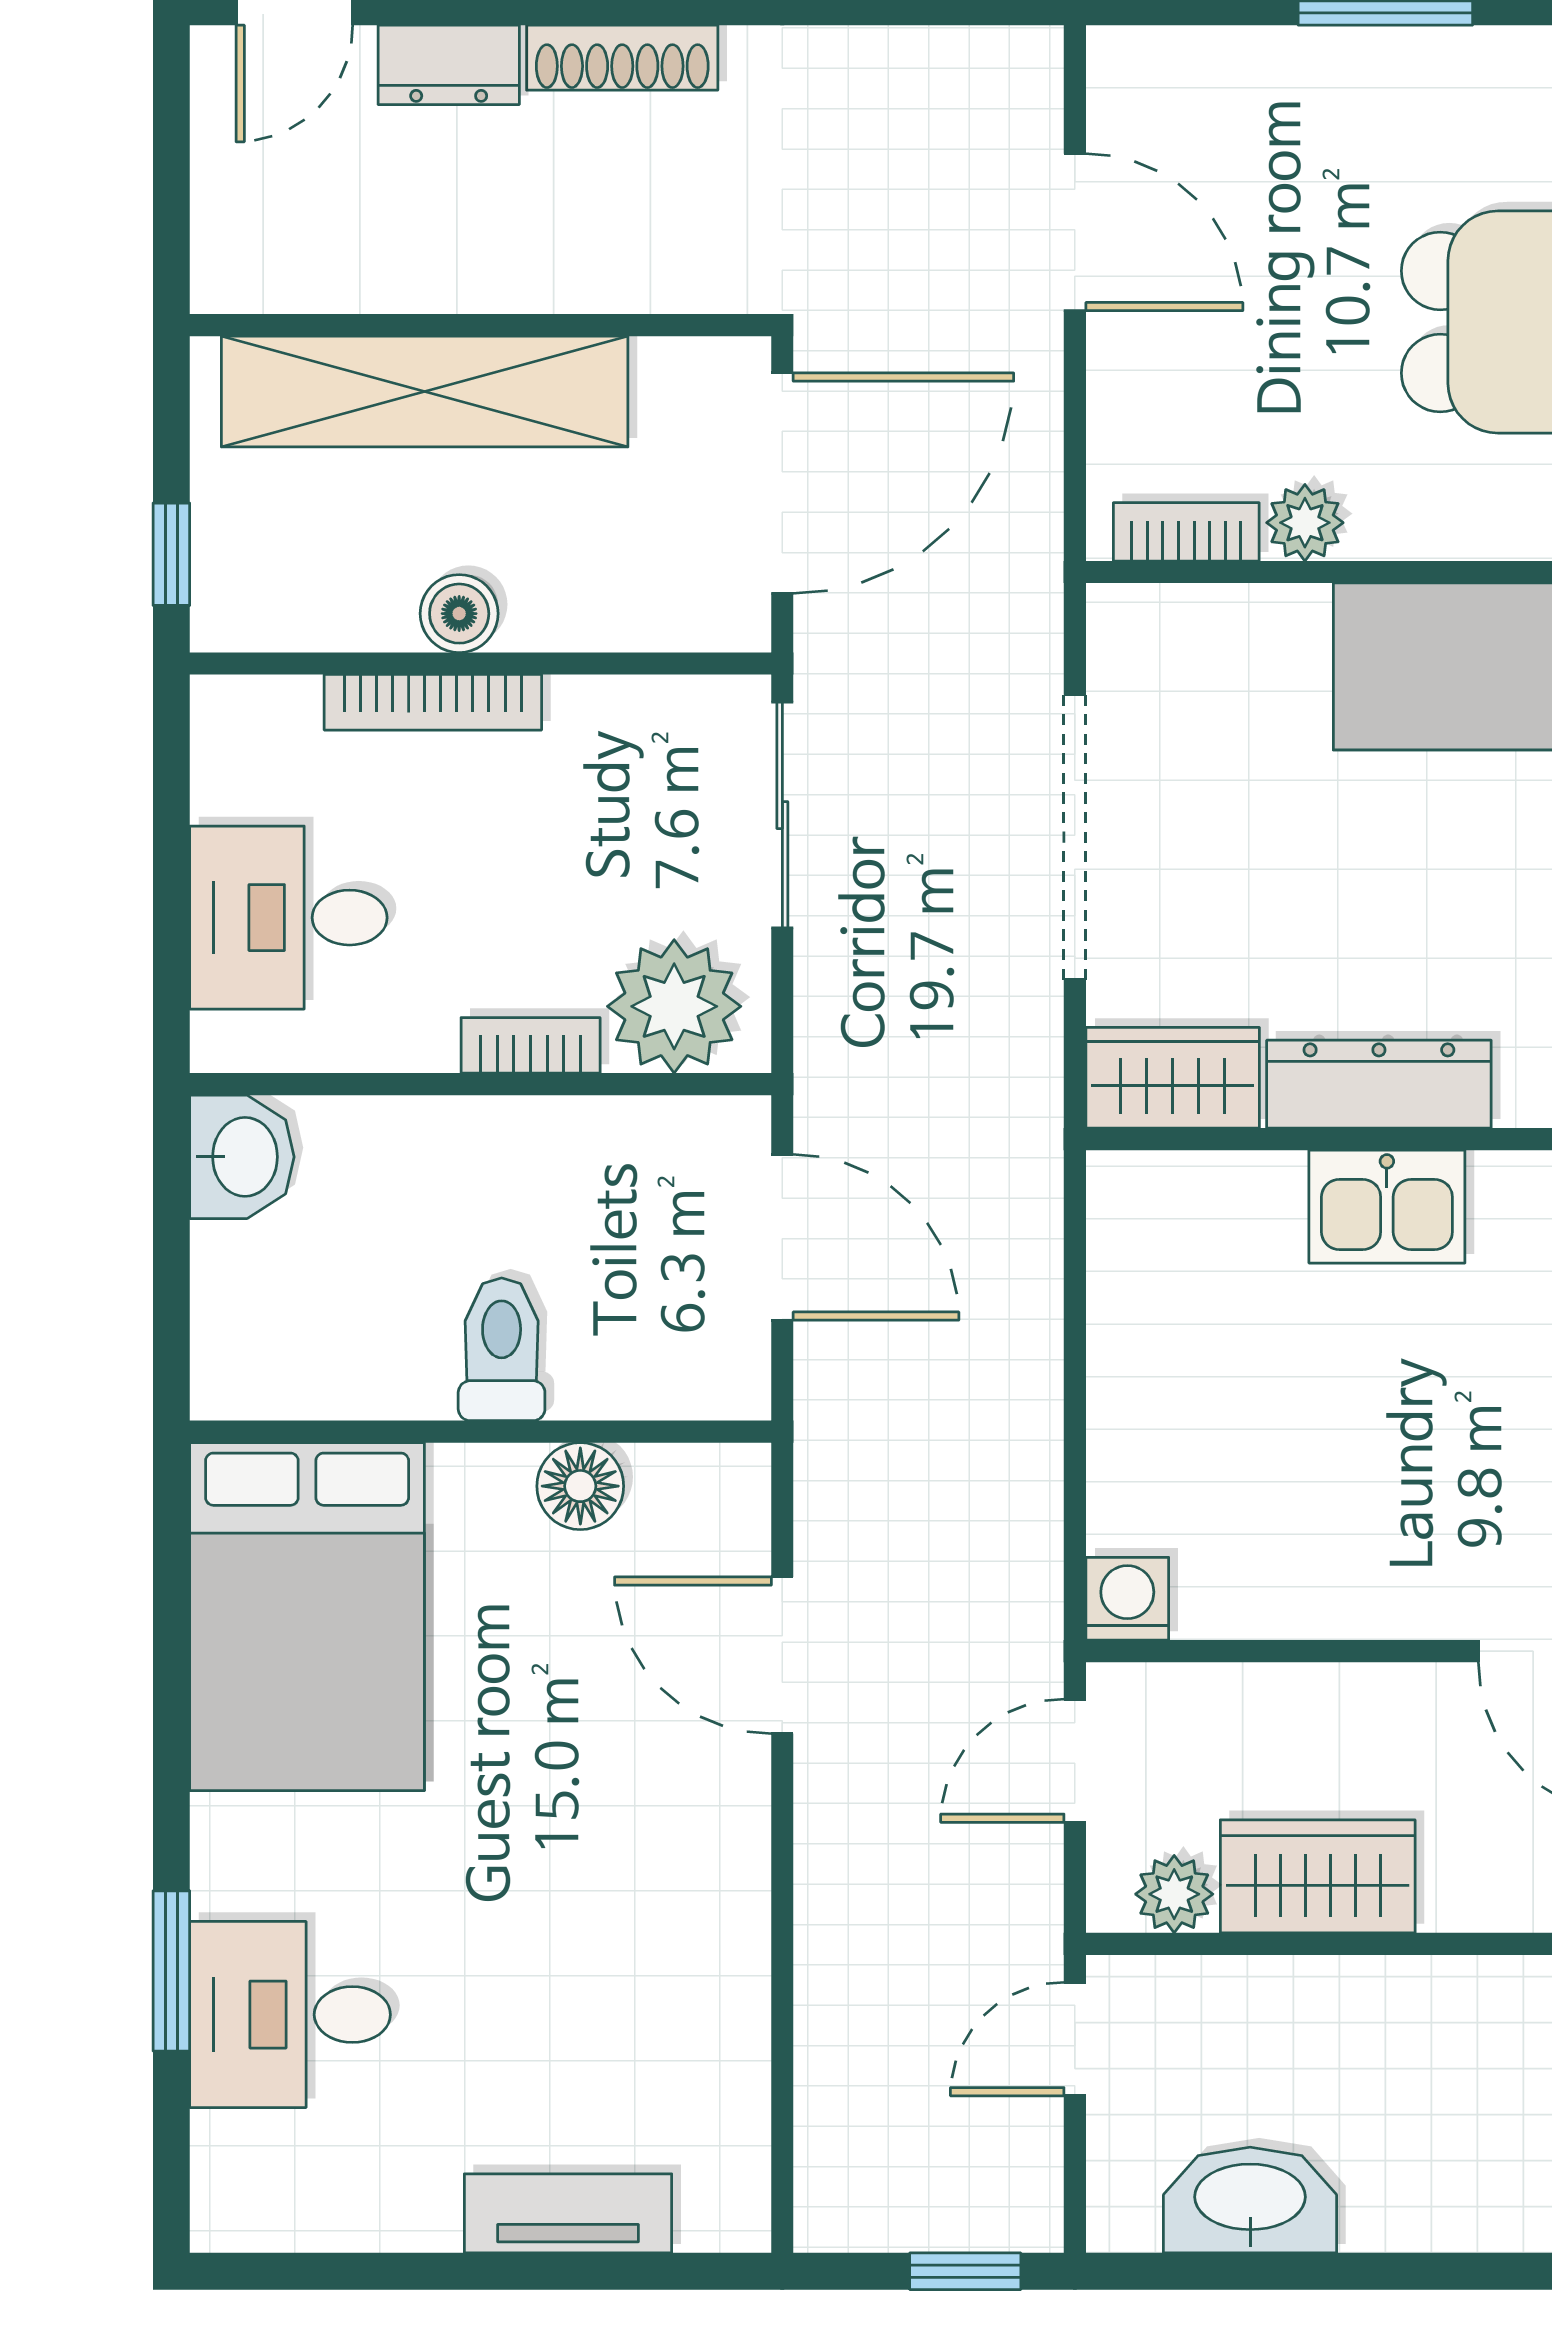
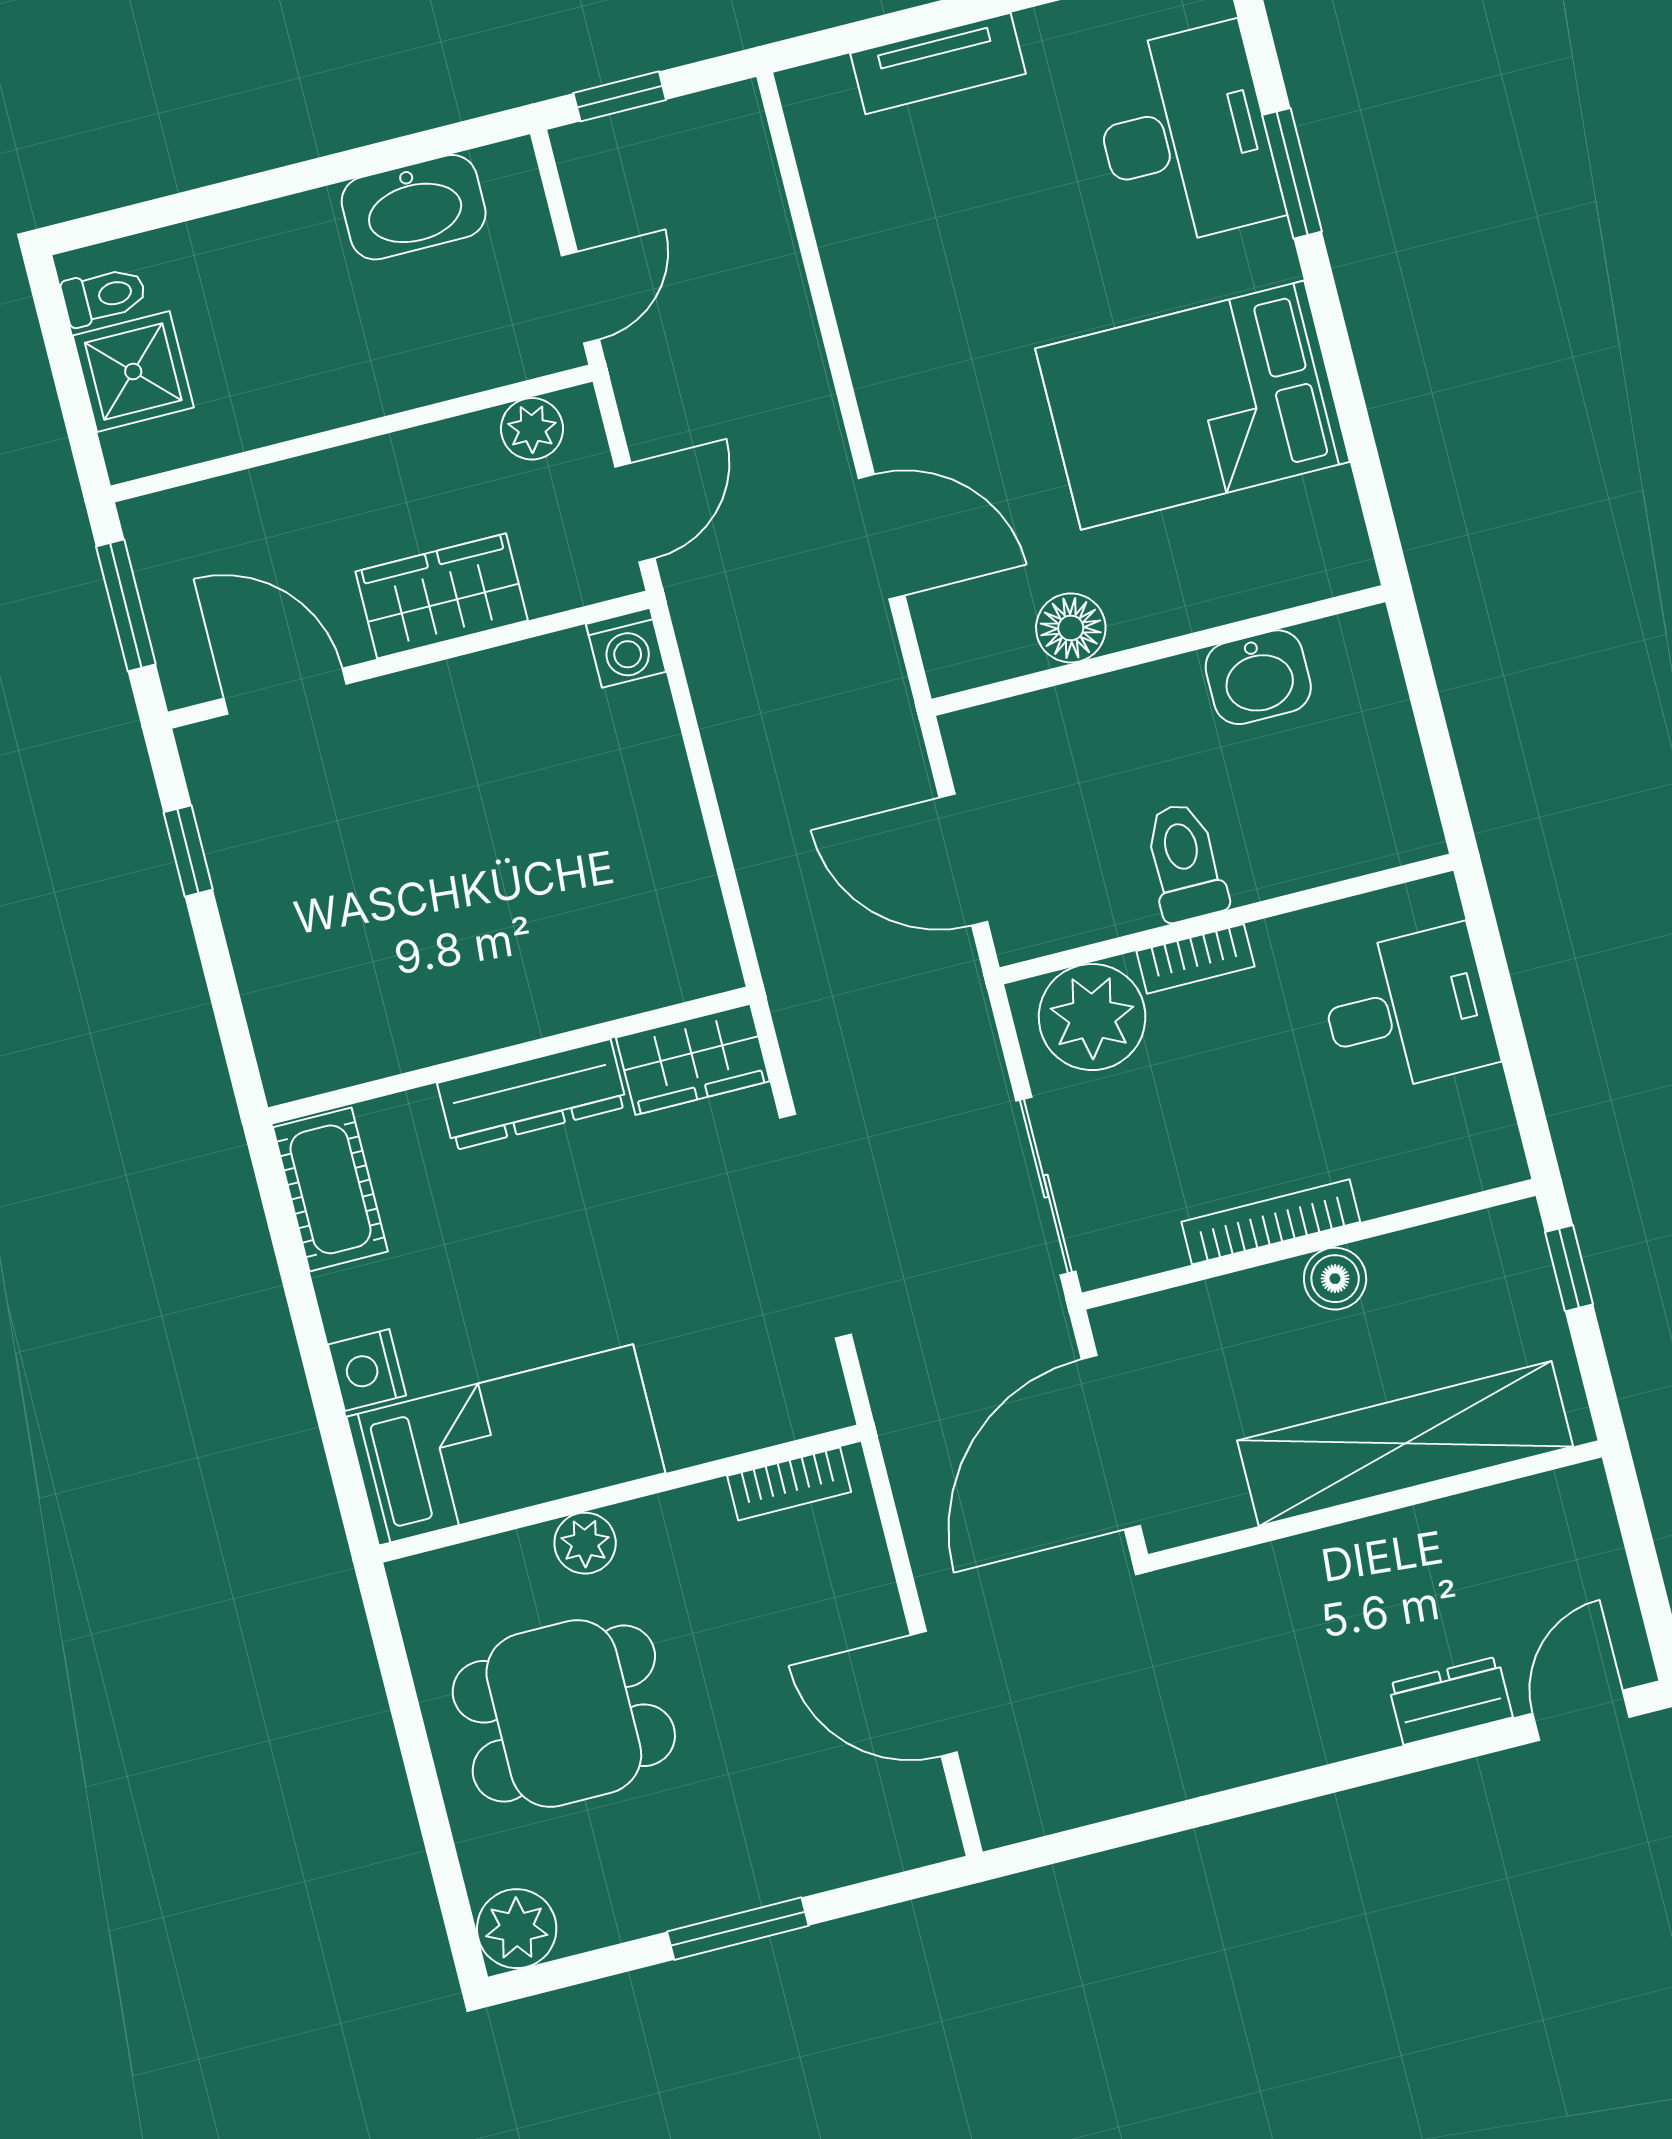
shoe rack: (622, 58) -> (1318, 1740), removed
plant: (1305, 523) -> (585, 1543), moved
bookcase: (433, 702) -> (1271, 1222), moved
washbasin: (242, 1157) -> (1258, 677), moved, turned -90
kitchen sink: (1387, 1207) -> (502, 1002), removed
toilet: (502, 1349) -> (1185, 862), moved, turned 180
bed: (307, 1617) -> (1193, 405), moved, turned -90
wardrobe: (1318, 1876) -> (442, 596), moved, turned 180
desk: (290, 2015) -> (1185, 136), width x1.37

